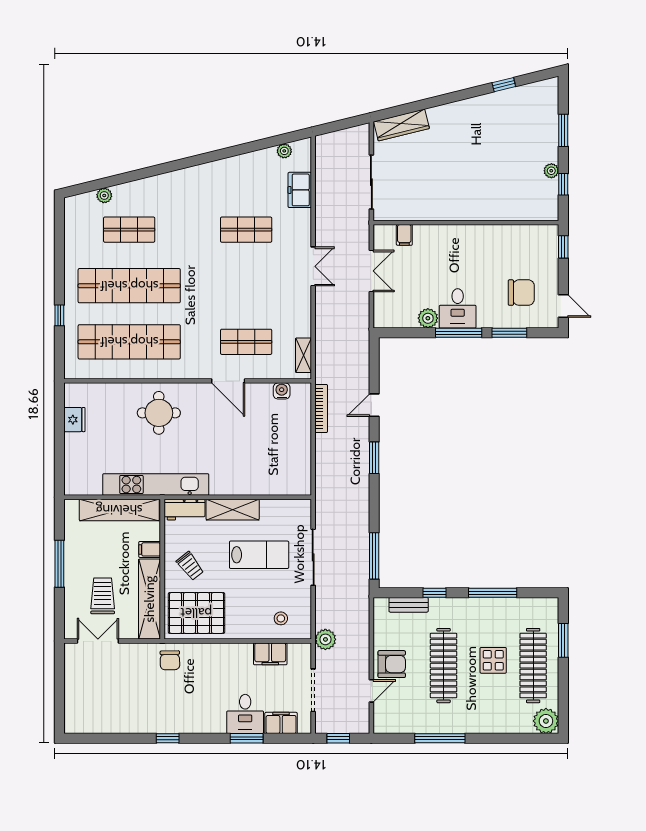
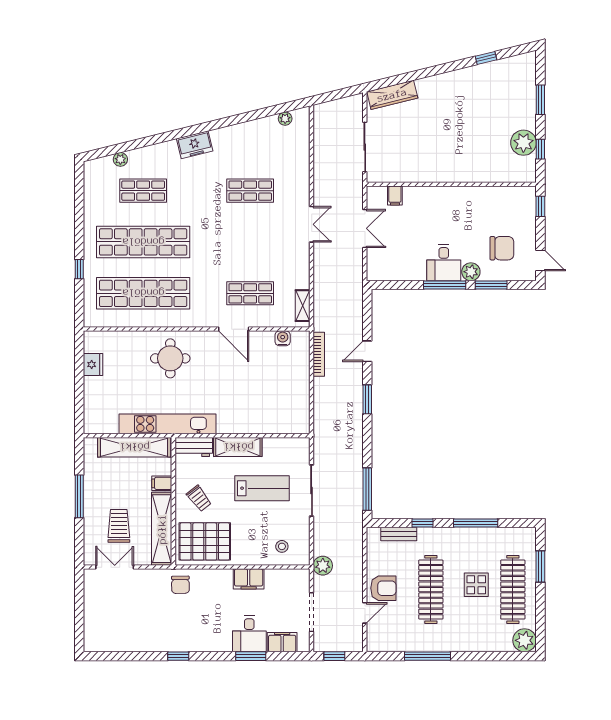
plant: (551, 171) -> (523, 143), width x1.87, depth x1.87
freezer: (300, 190) -> (195, 145), moved, turned -104
plant: (428, 318) -> (471, 272), moved
filing cabinet: (270, 654) -> (249, 579), moved

